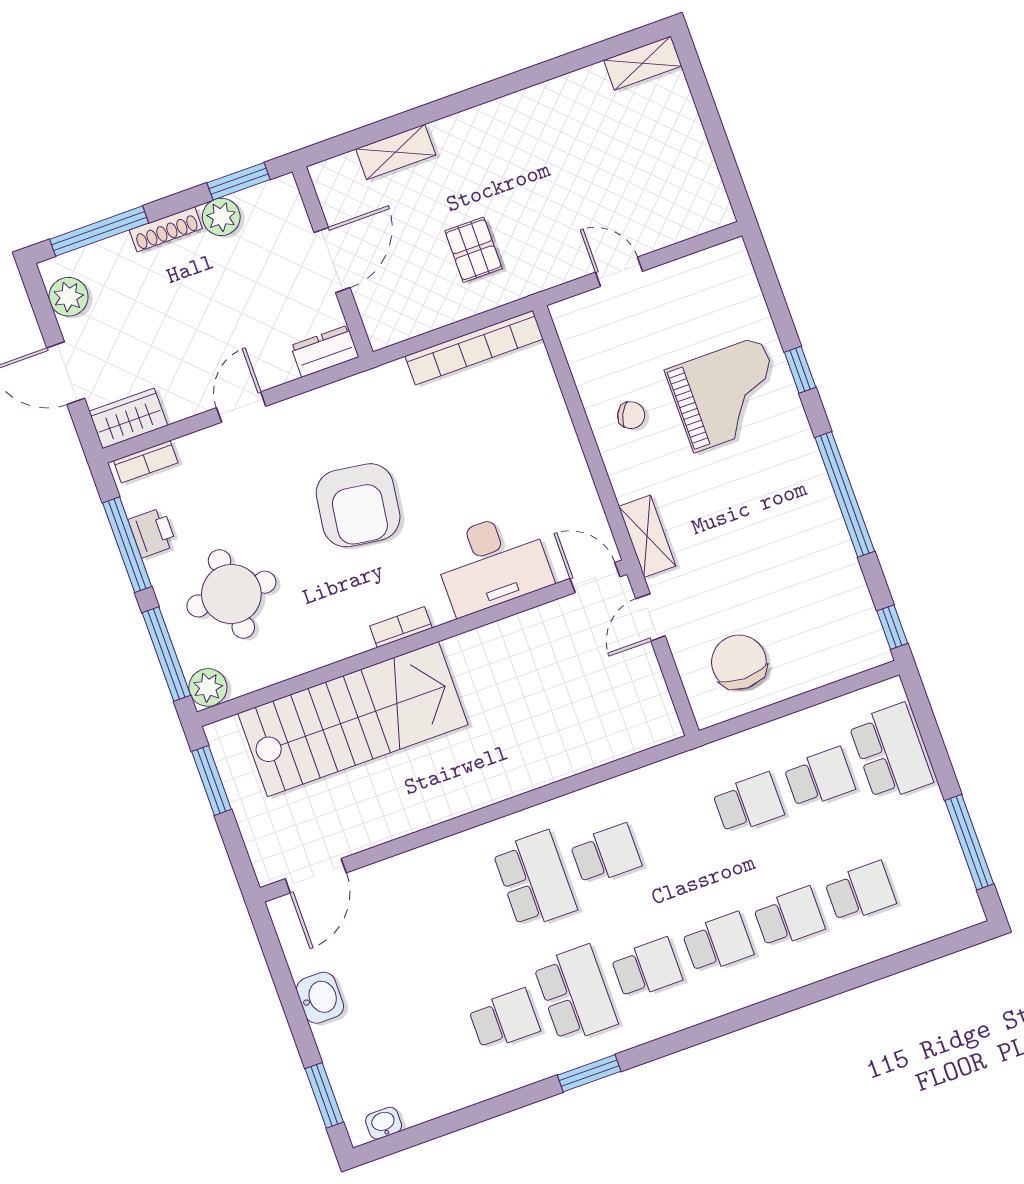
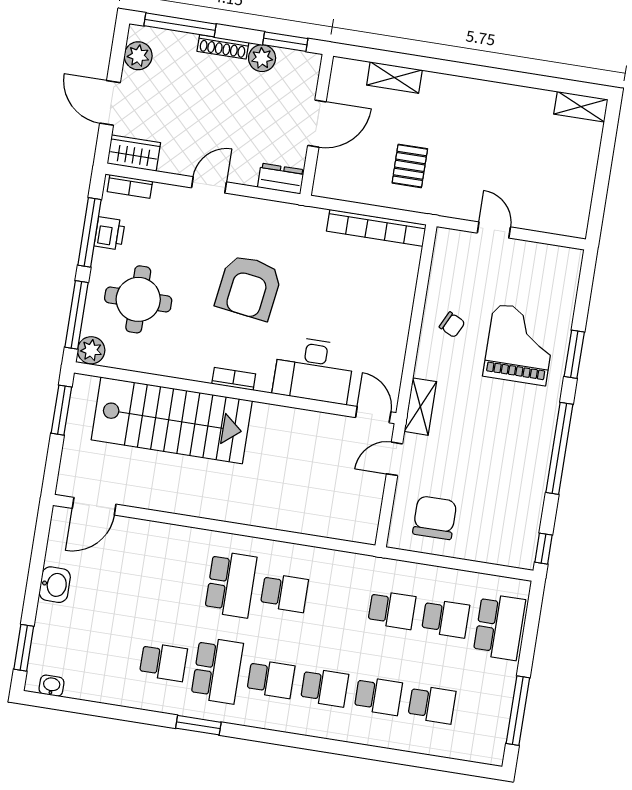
window: (800, 370) -> (574, 354), width x1.50
grand piano: (727, 394) -> (520, 345), turned -90

